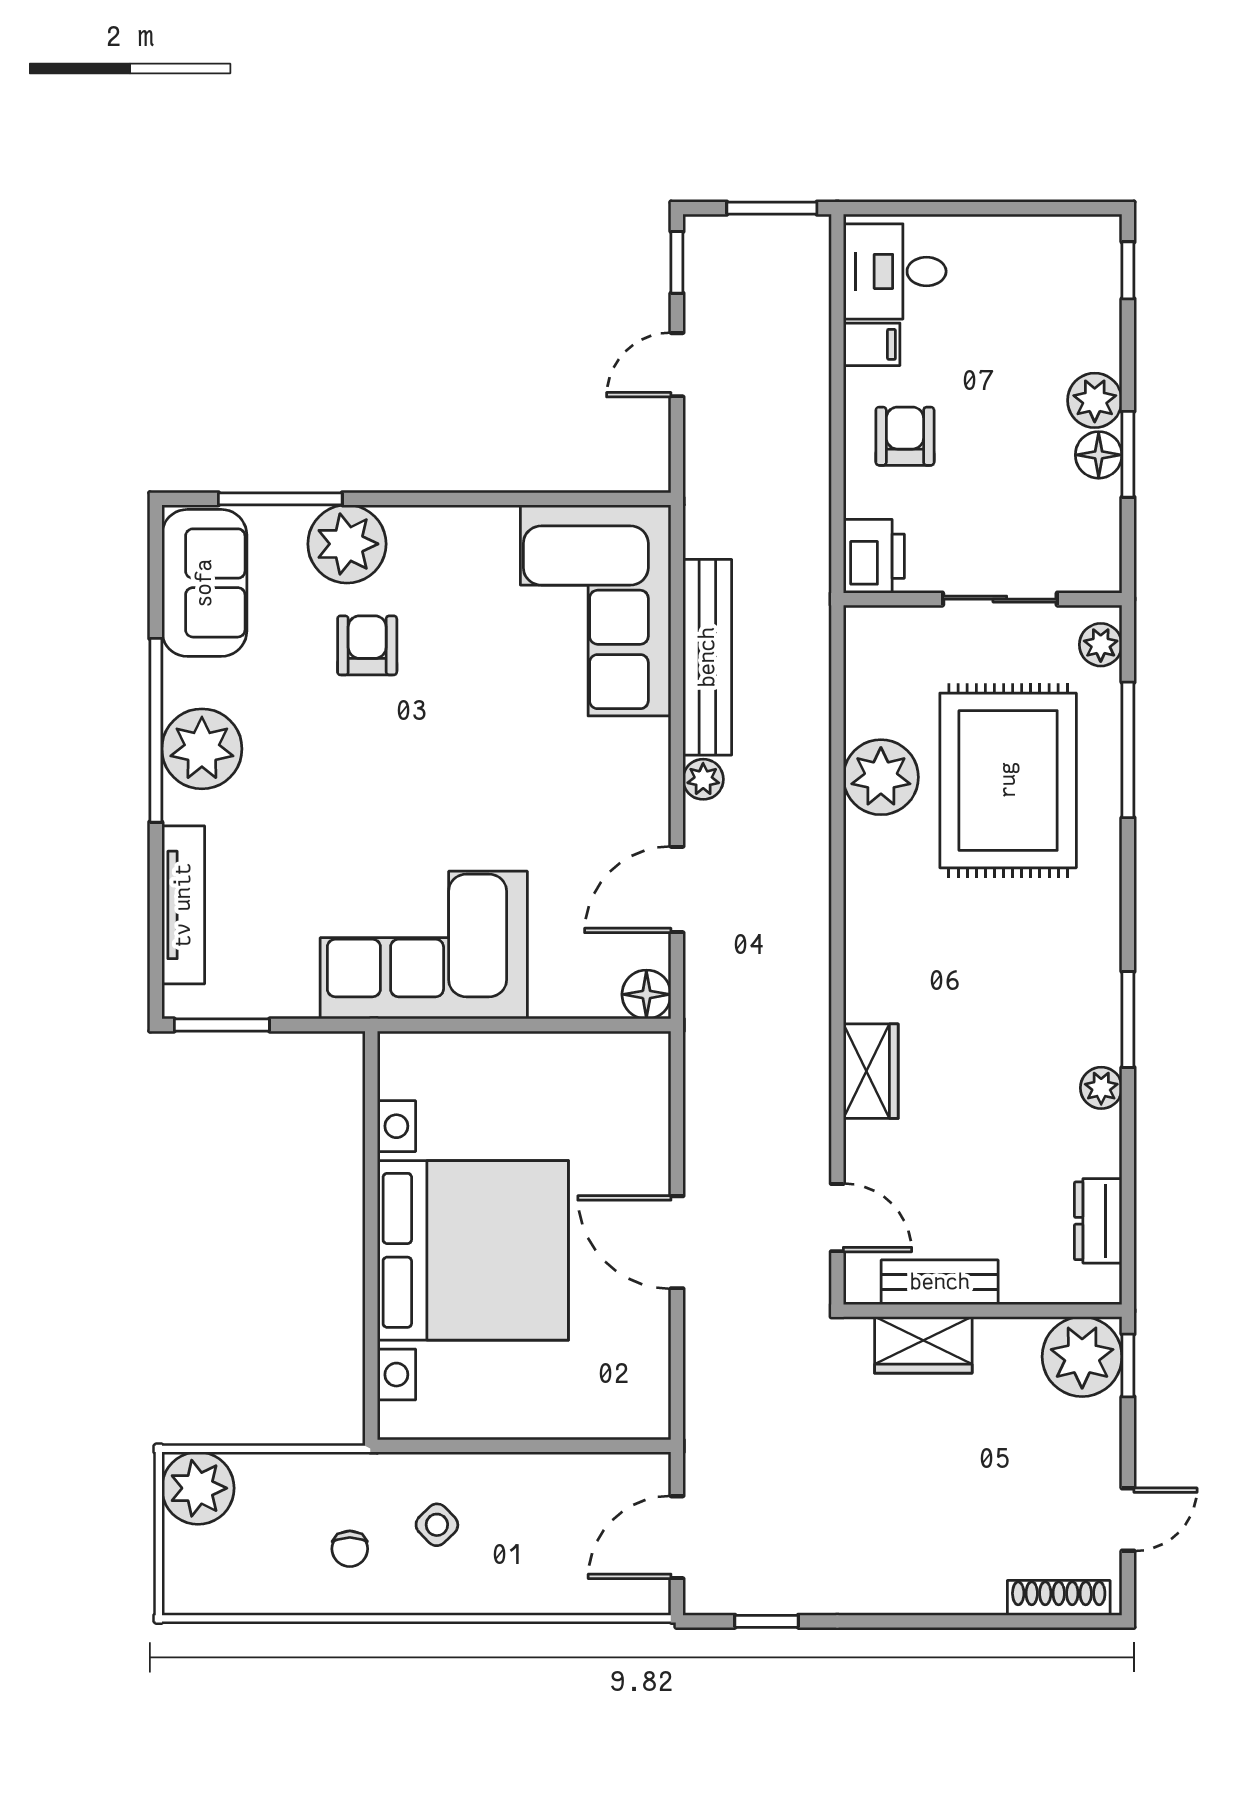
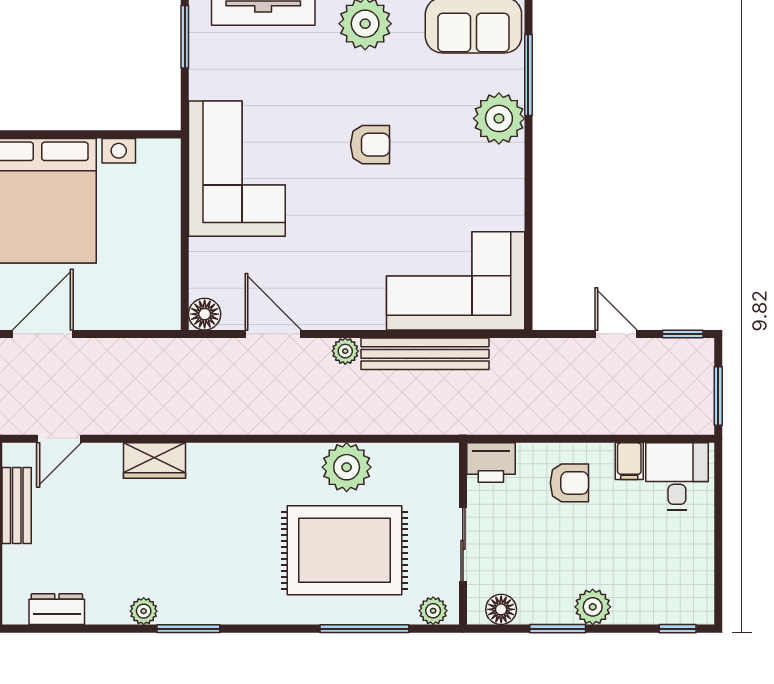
floor lamp: (1099, 455) -> (501, 609), moved
armchair: (367, 645) -> (370, 145), moved

